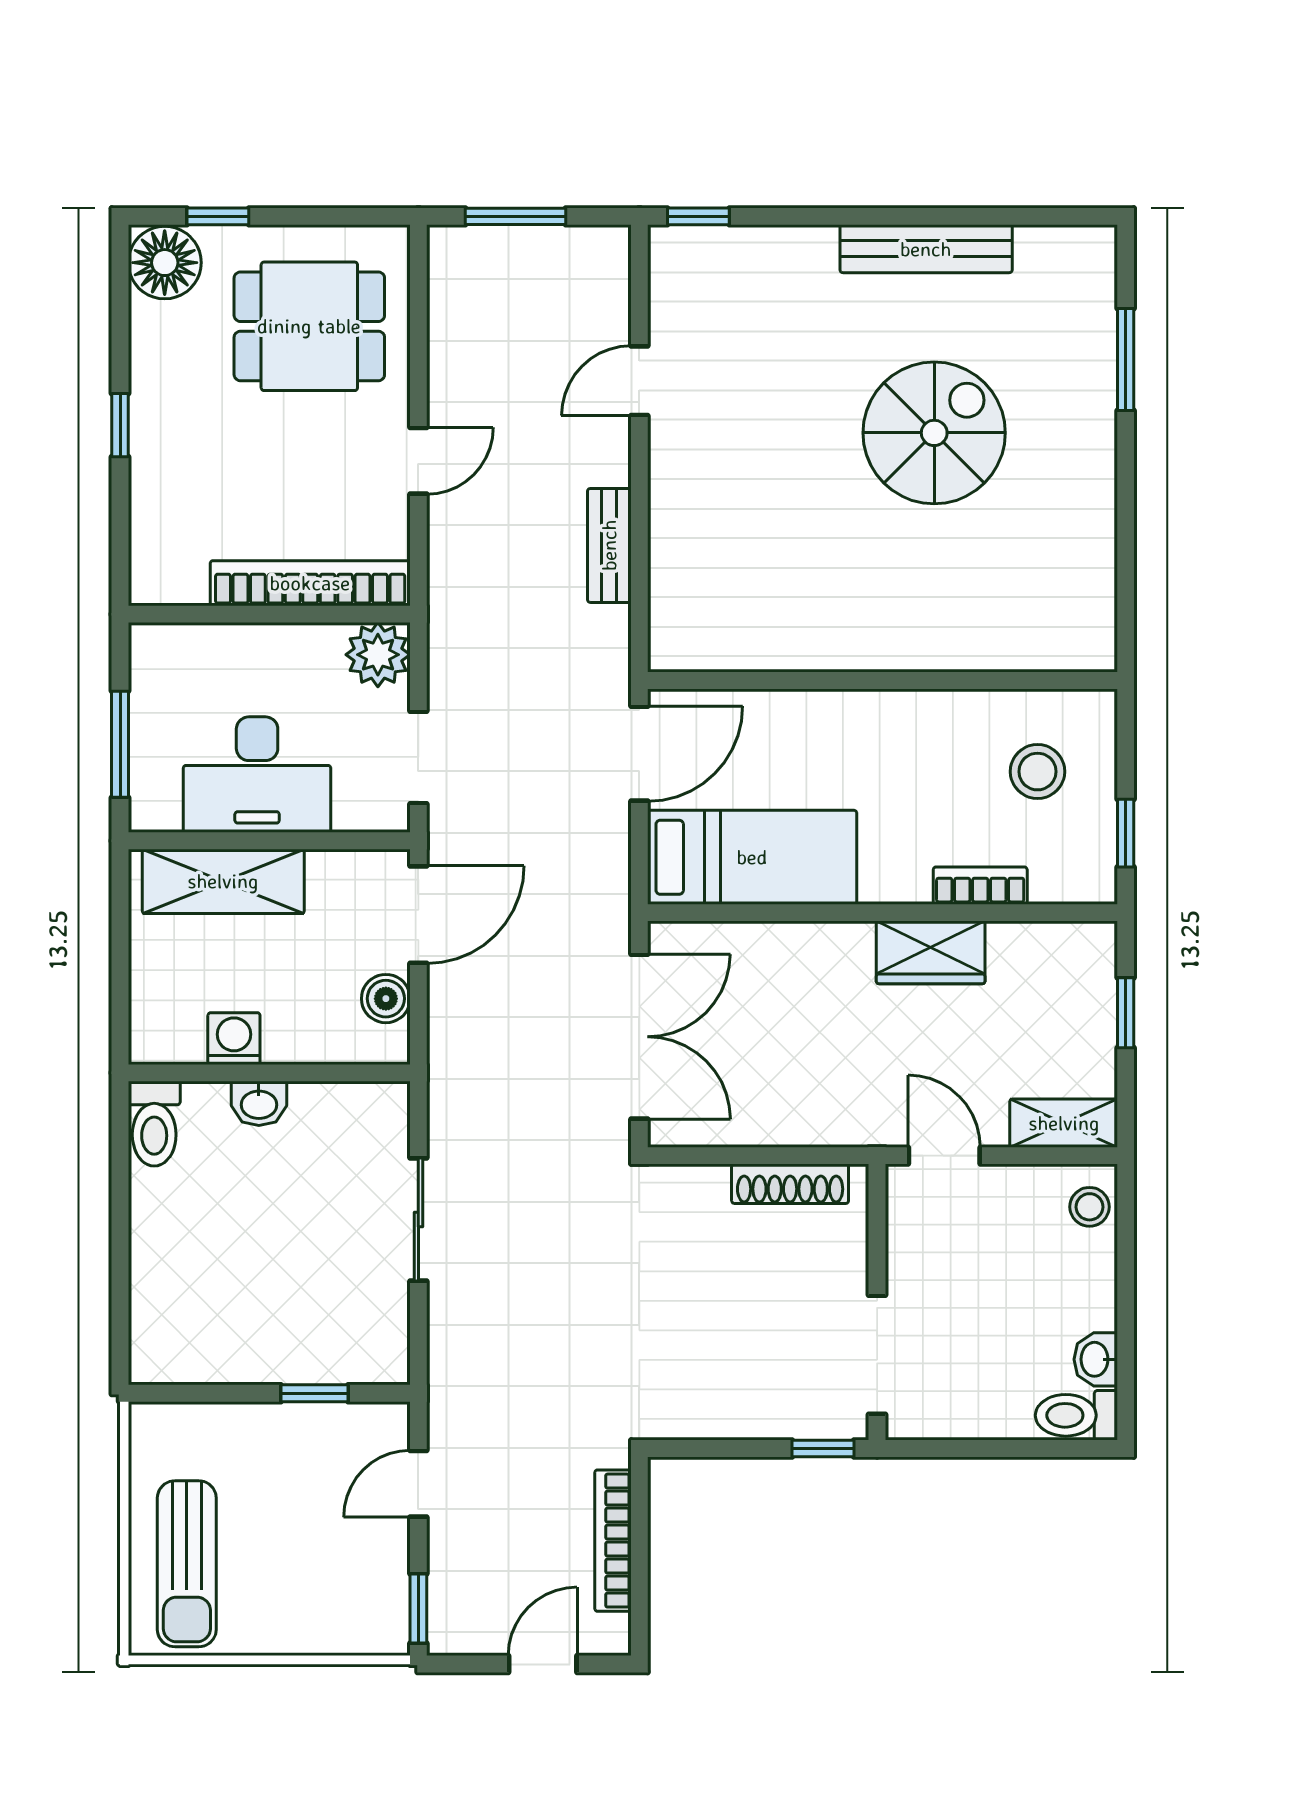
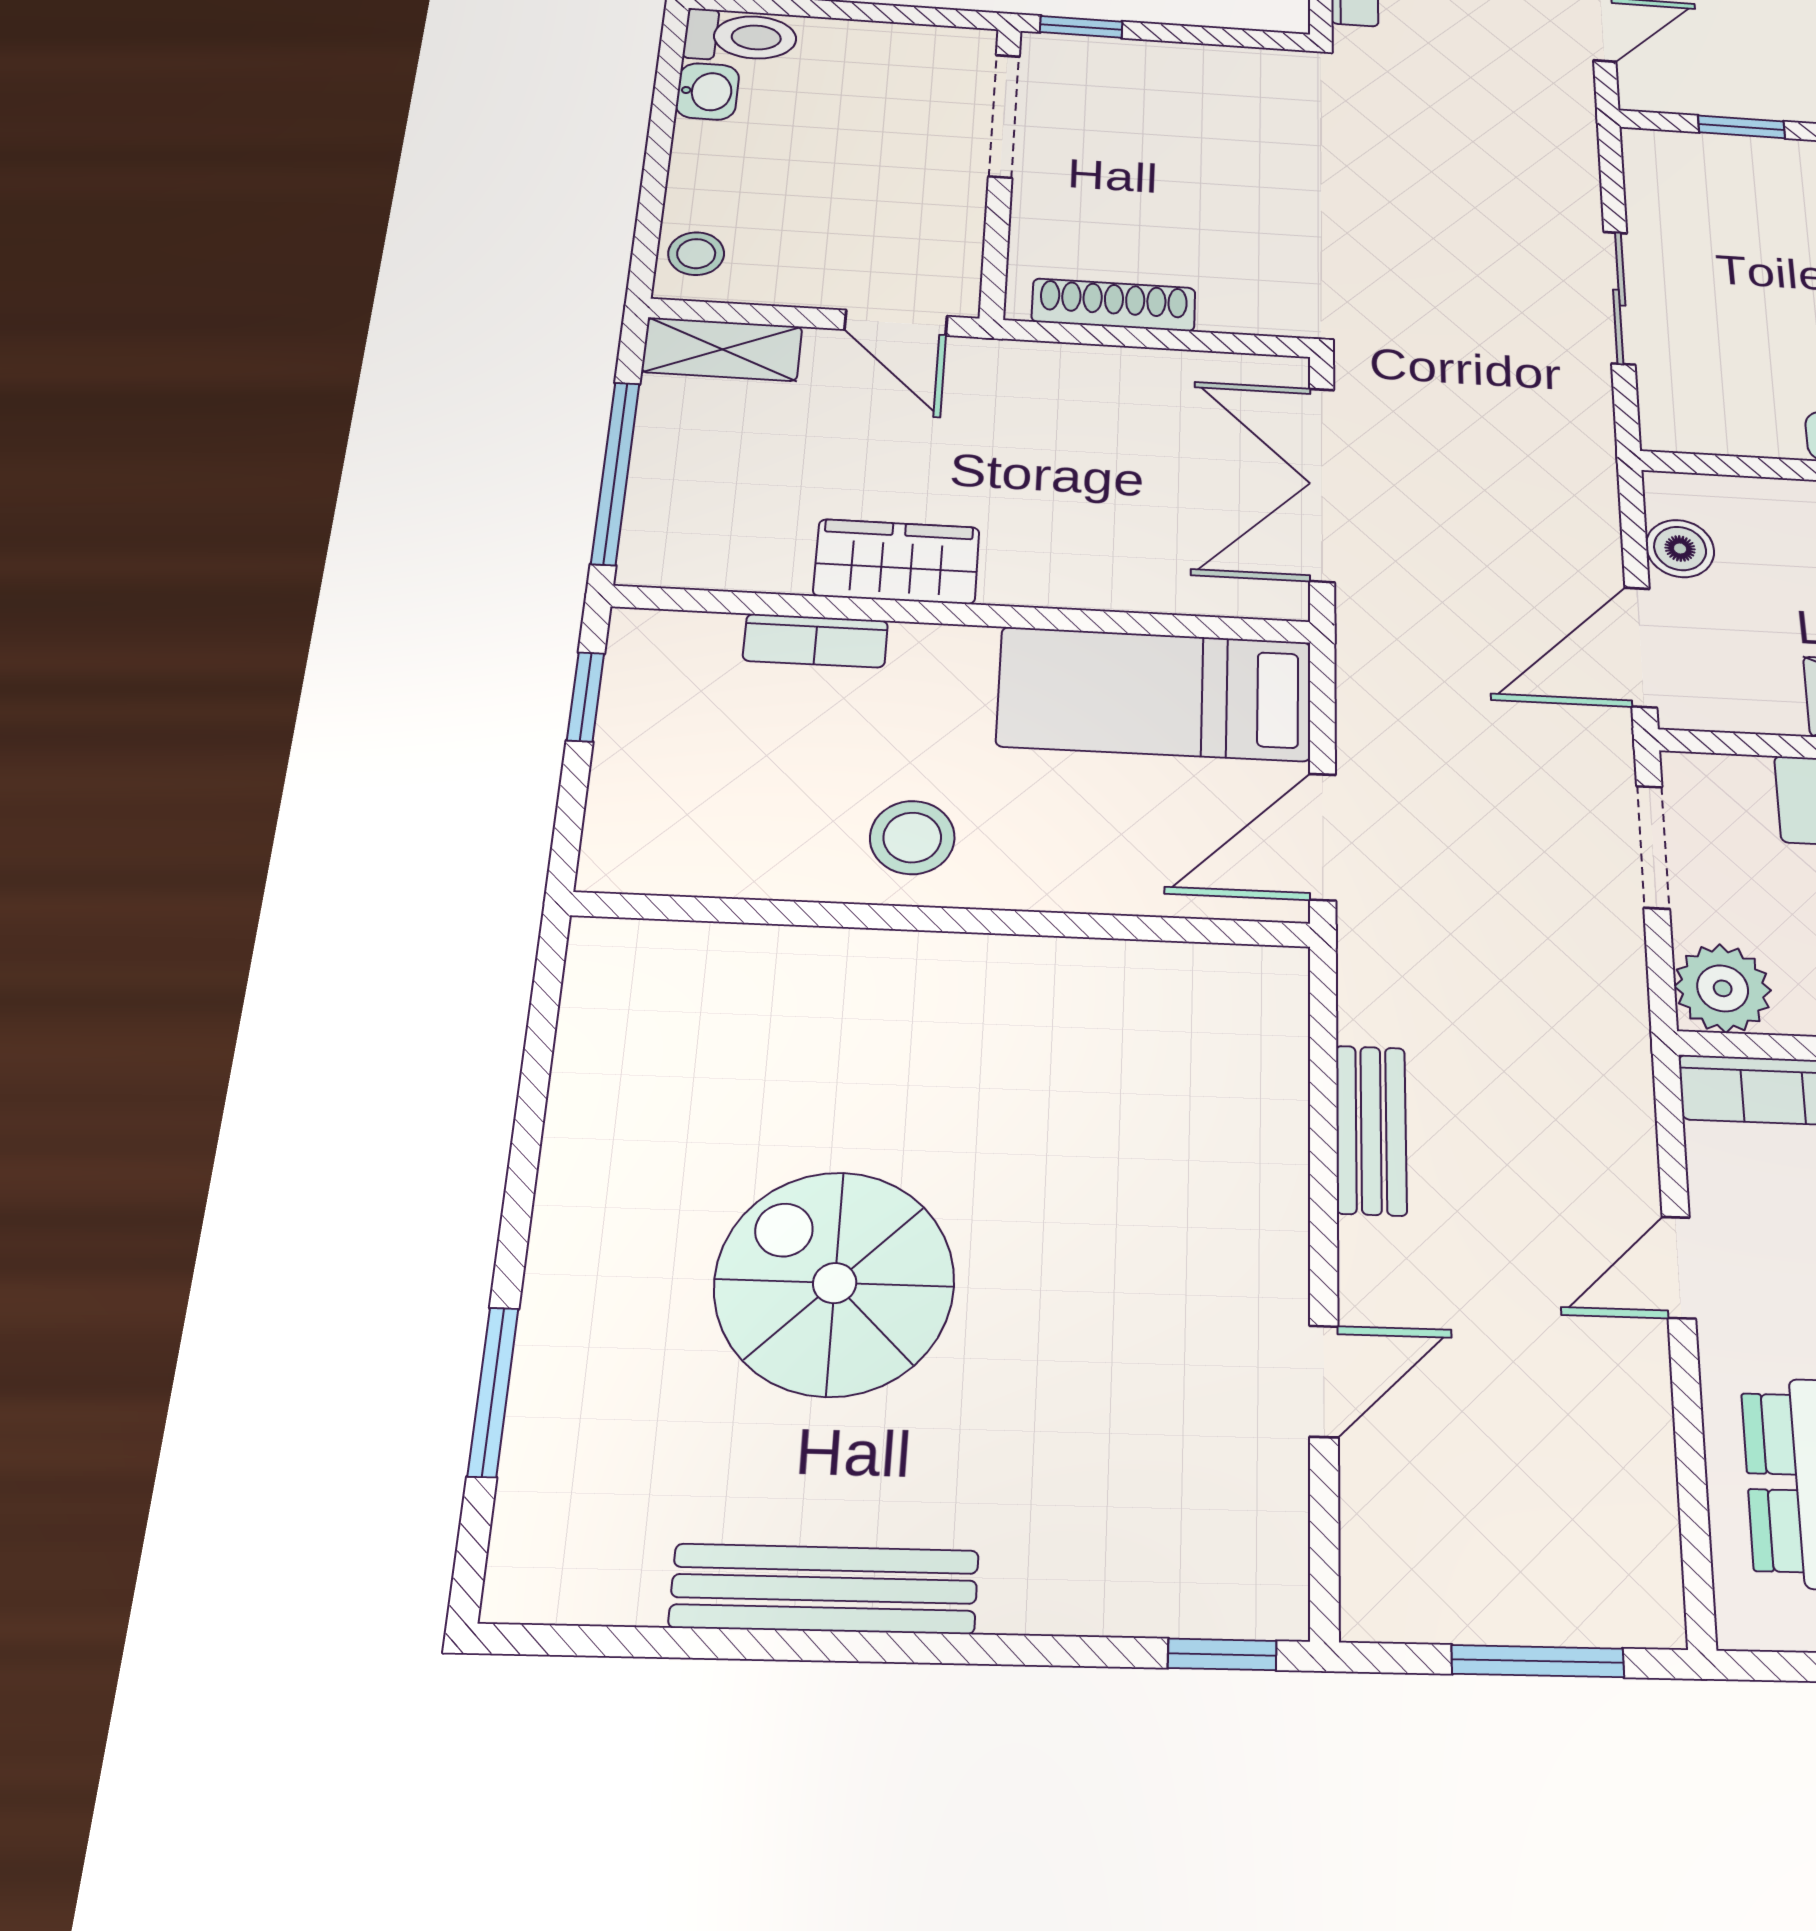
spiral stairs: (934, 433) -> (835, 1283), turned 90
stool: (1038, 772) -> (912, 837), moved
window: (1126, 1013) -> (615, 473), width x2.17

